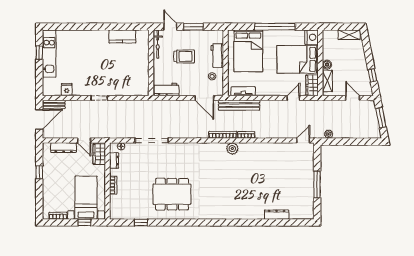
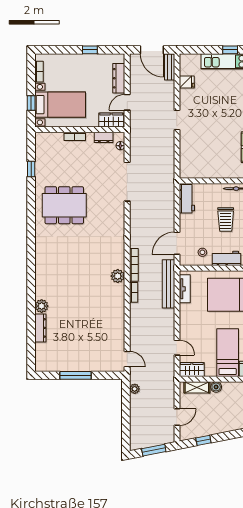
bed: (298, 59) -> (228, 353), width x0.67
dining table: (172, 194) -> (64, 205), turned 90
plant: (258, 214) -> (42, 306), added

